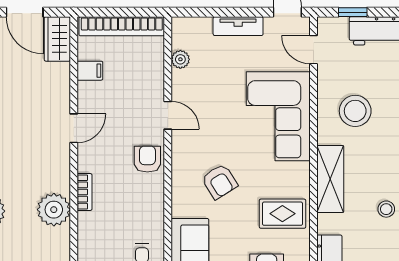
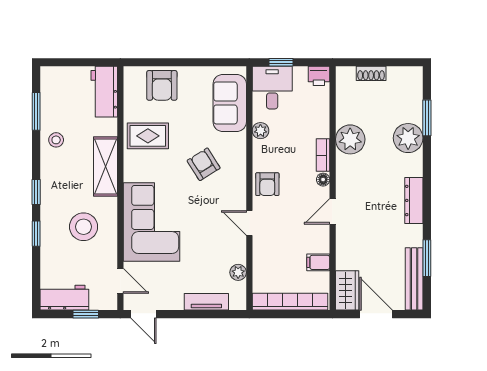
tv unit: (238, 26) -> (206, 302), moved
floor lamp: (84, 164) -> (323, 180), added
plant: (155, 220) -> (260, 131), added

